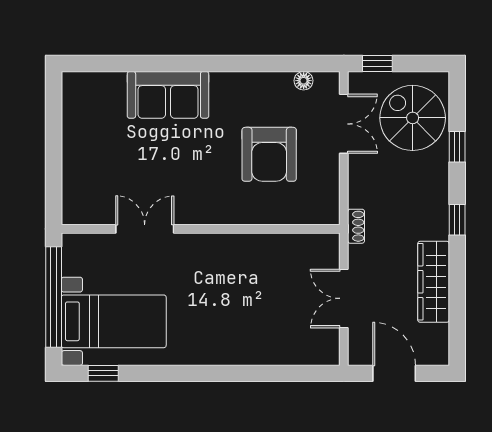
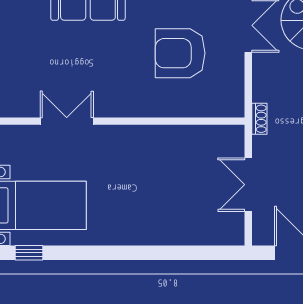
armchair: (269, 154) -> (180, 53), turned 90

